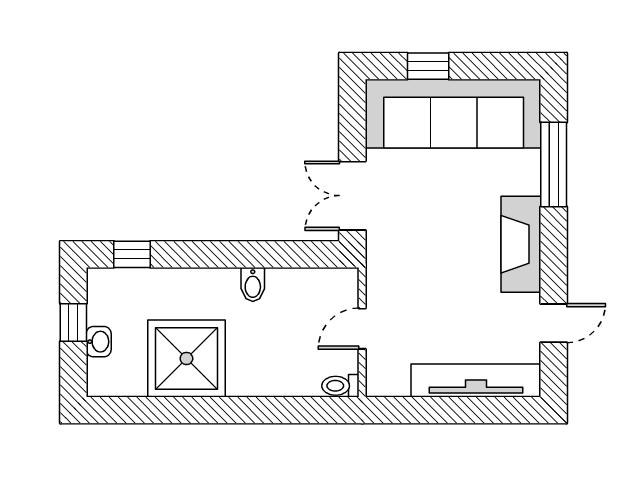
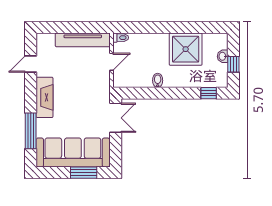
window: (428, 66) -> (84, 173), width x1.50
tv unit: (476, 381) -> (83, 40), moved

